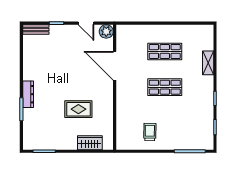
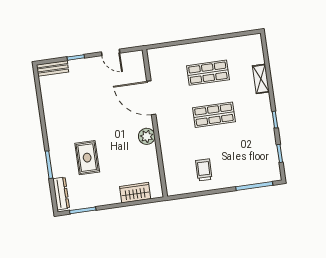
plant: (106, 31) -> (147, 136), moved
dresser: (28, 94) -> (61, 193), moved
rug: (78, 109) -> (87, 158), moved, turned 90

